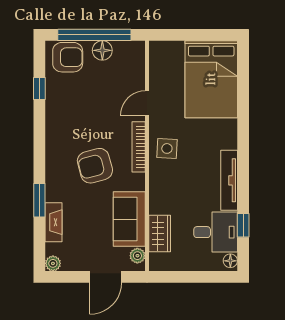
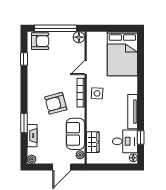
floor lamp: (102, 50) -> (79, 37), moved

